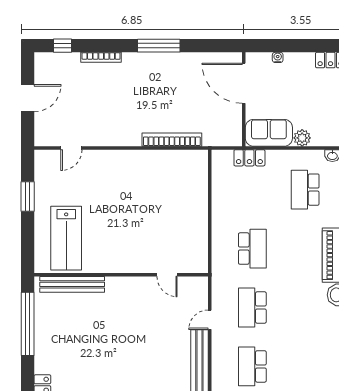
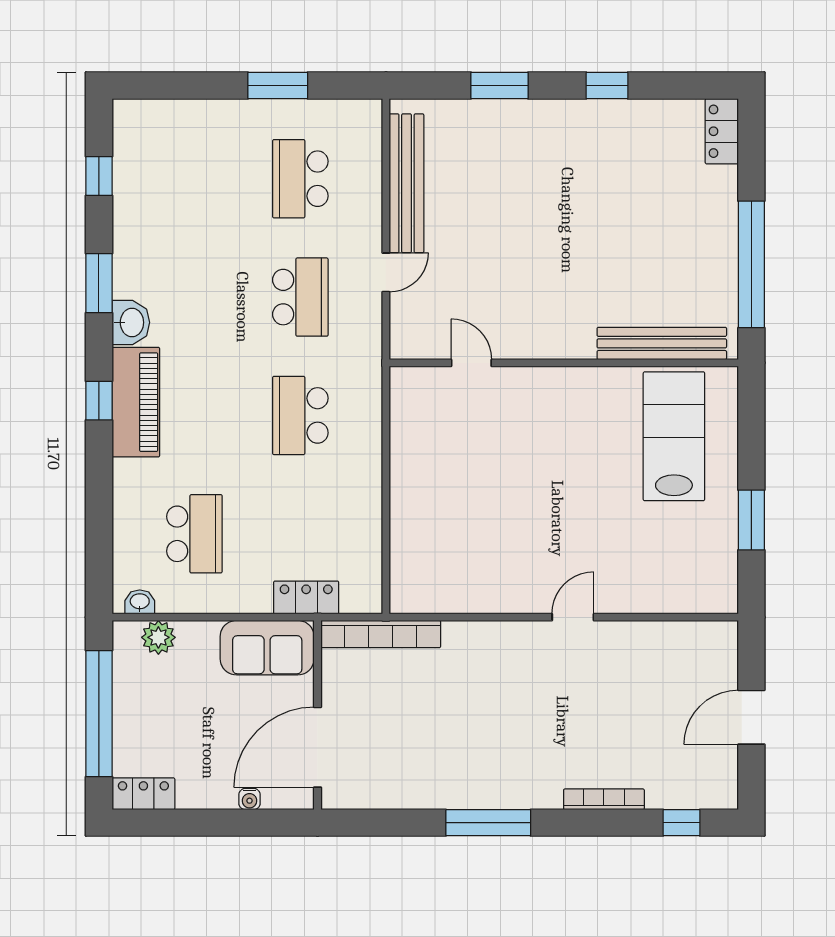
door: (244, 83) -> (317, 747), swing flipped
plant: (302, 138) -> (158, 637), moved
bookcase: (172, 140) -> (381, 634), moved
door: (71, 148) -> (573, 617), moved
school desk: (252, 366) -> (300, 179), turned 180

